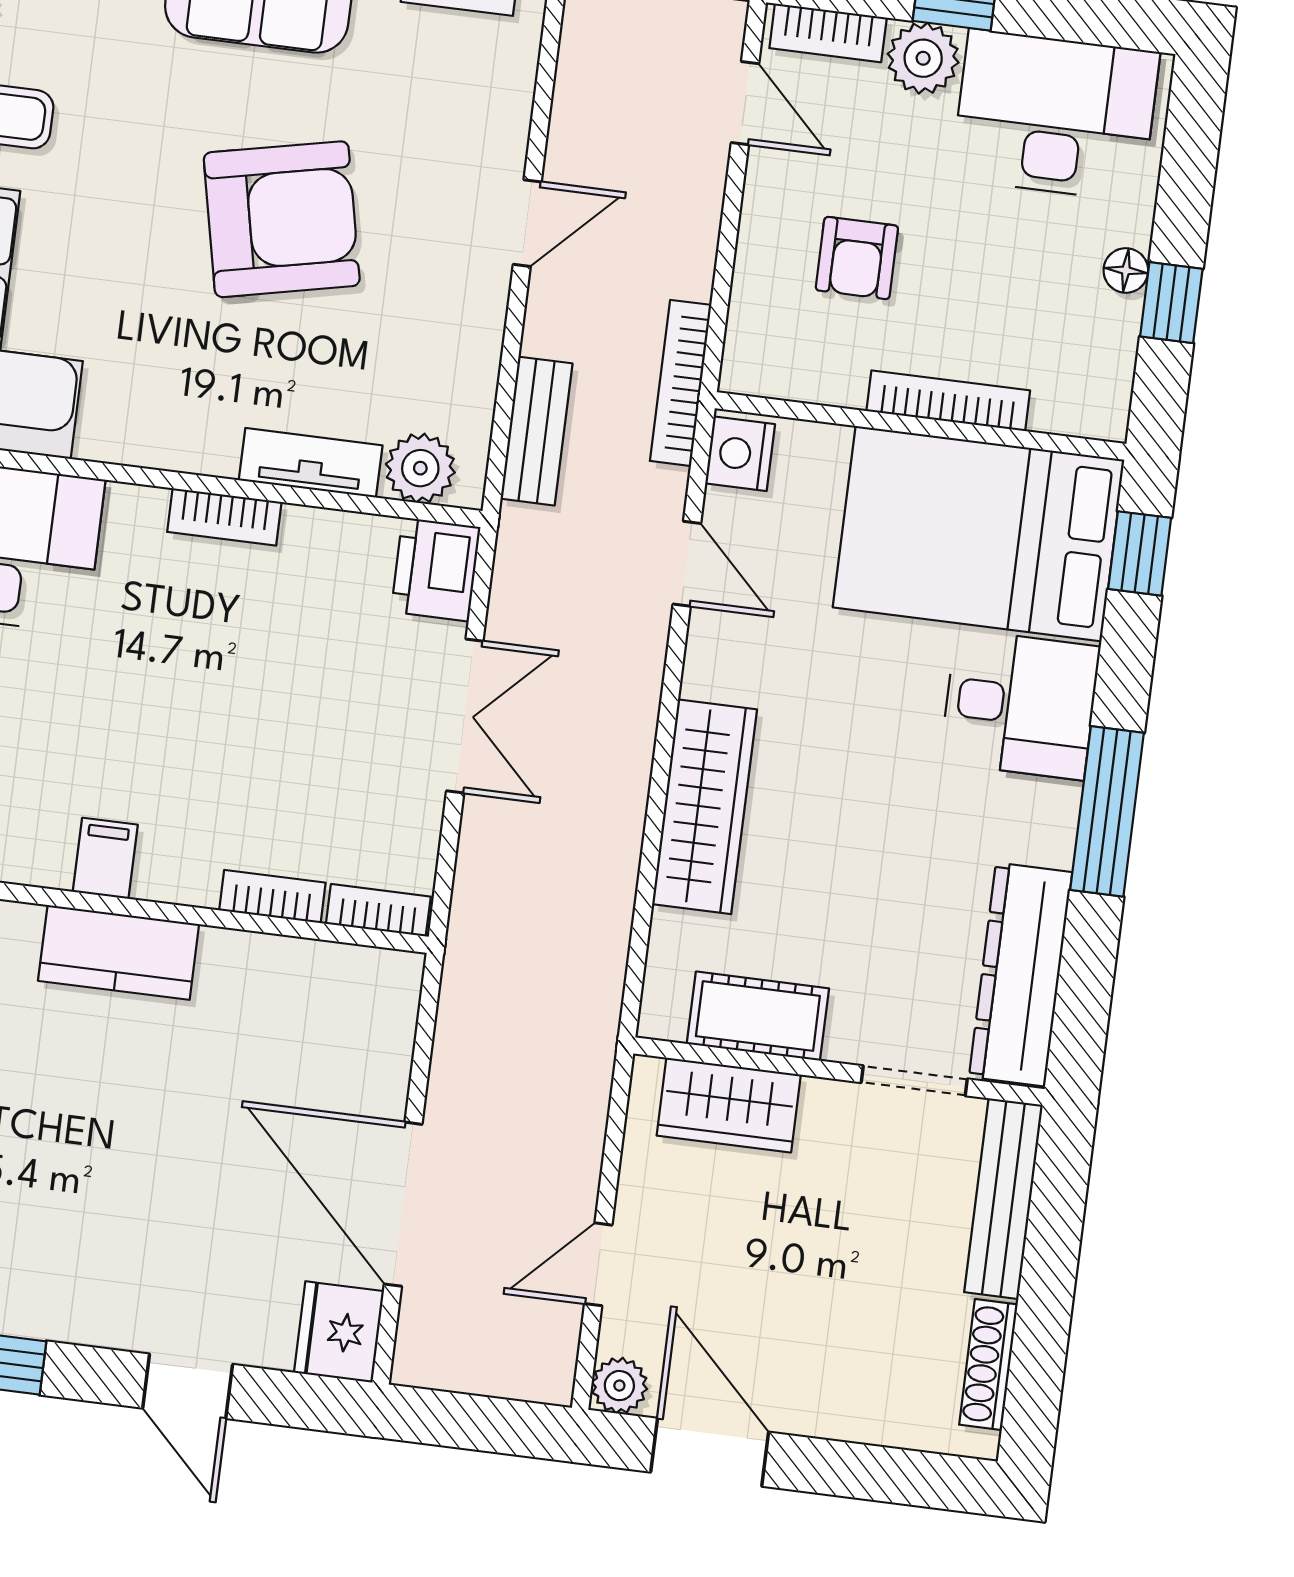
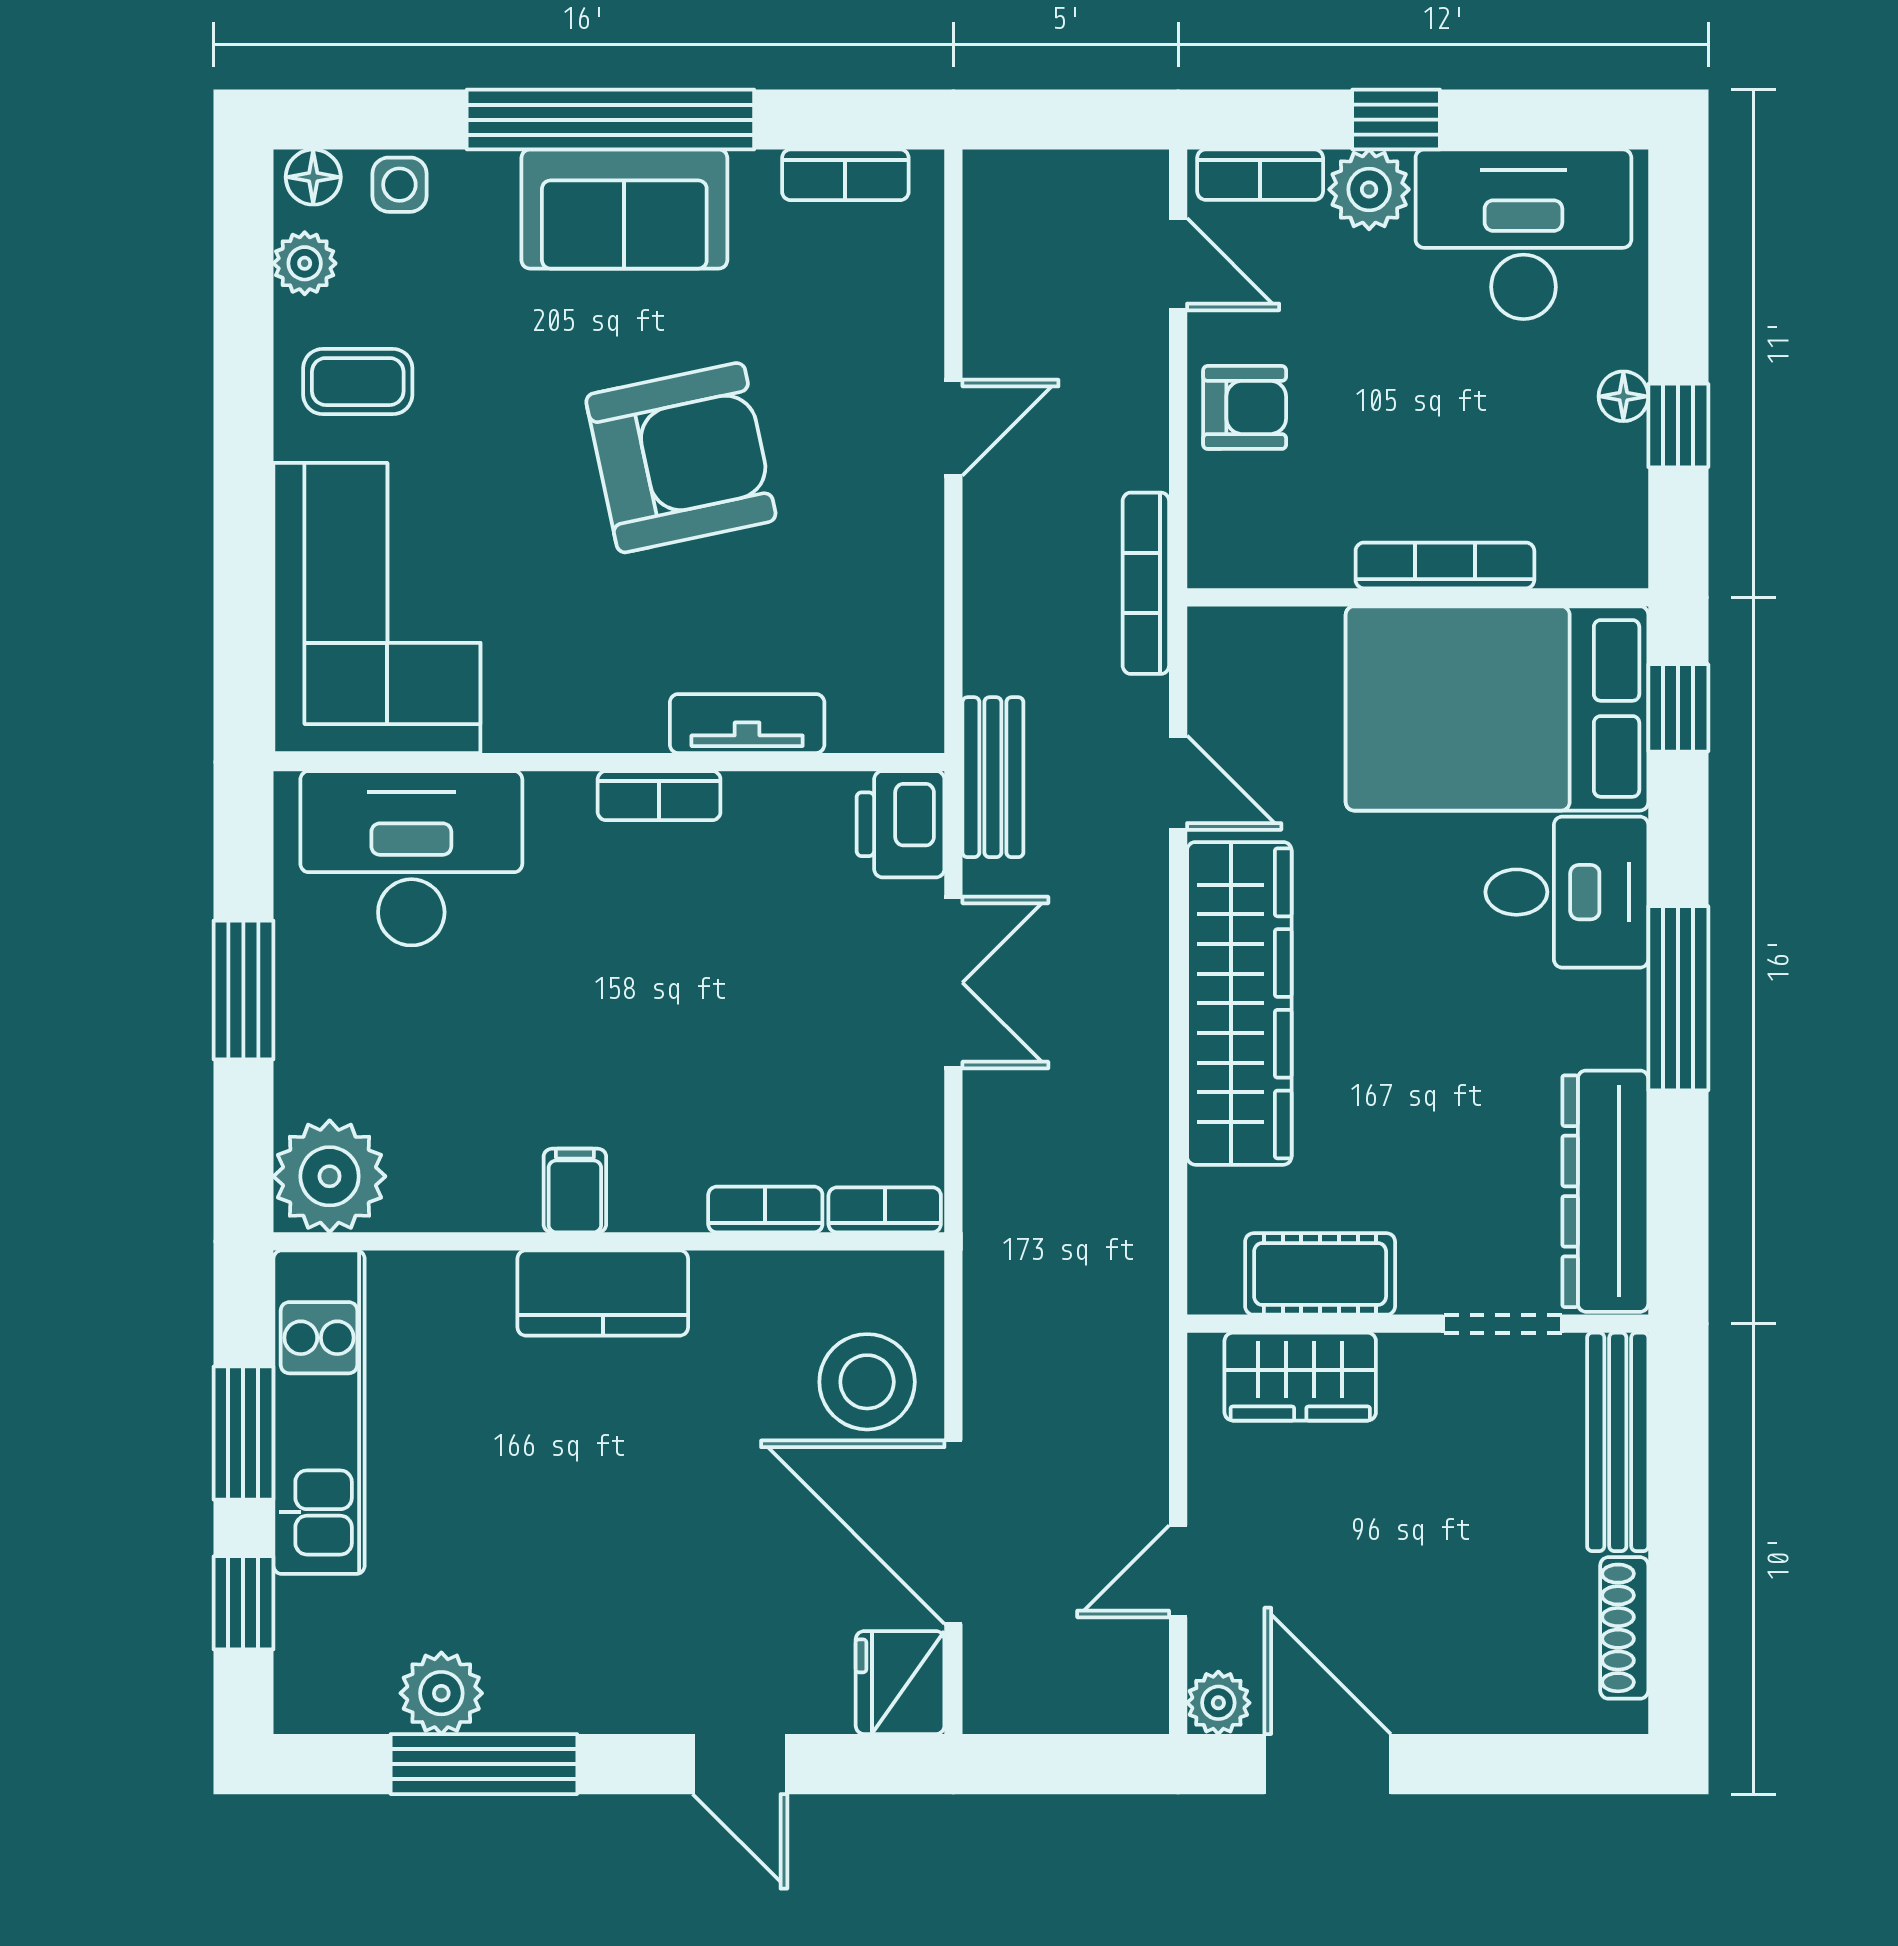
armchair: (857, 258) -> (1245, 407), moved, turned -90
bench: (537, 431) -> (993, 777), moved
nightstand: (740, 454) -> (1222, 653), removed
plant: (420, 468) -> (869, 714), removed
wardrobe: (704, 807) -> (1239, 1003), width x1.40, depth x1.17
stool: (343, 1061) -> (867, 1382), added

